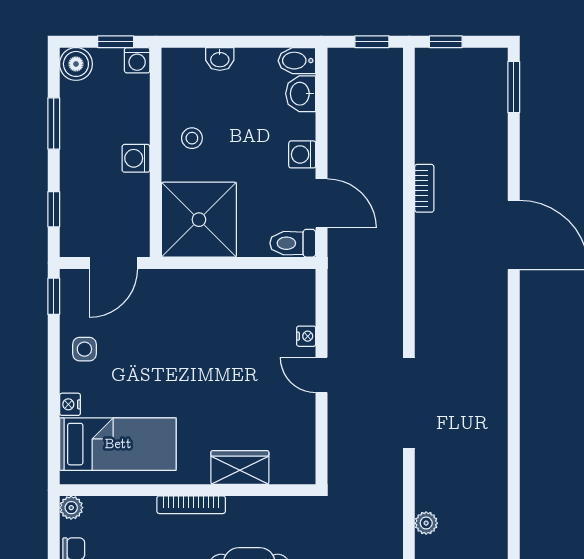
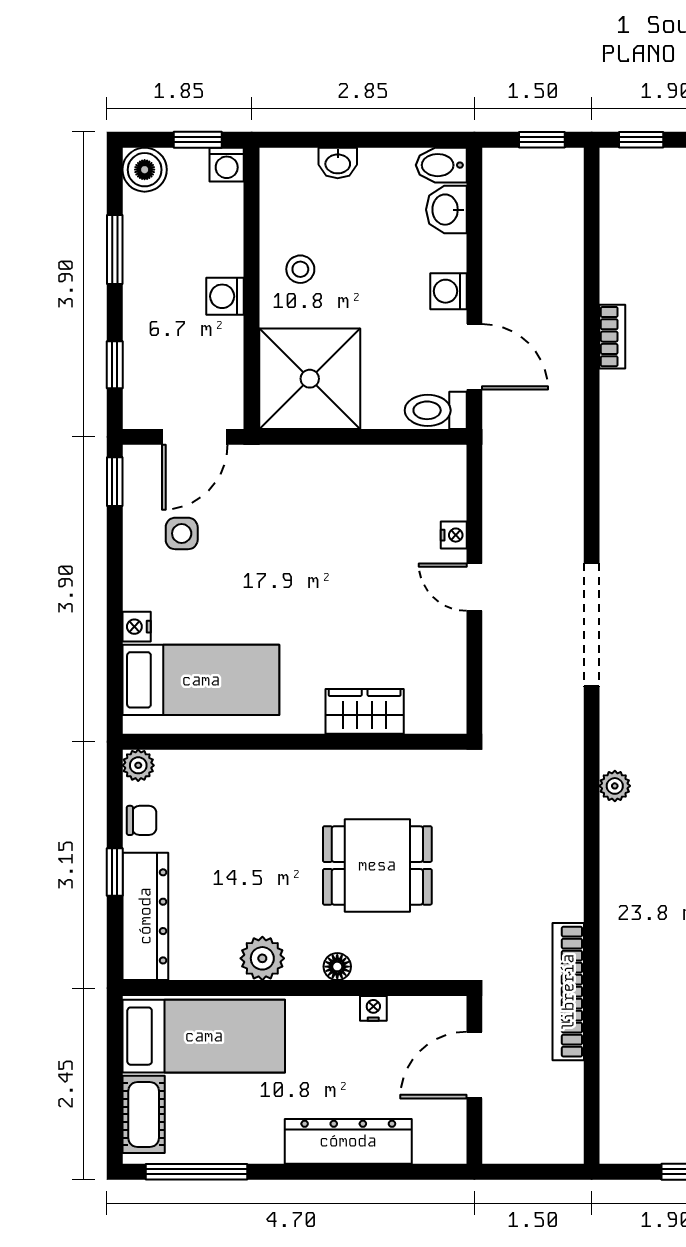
side table: (84, 349) -> (182, 533), moved
bookcase: (191, 505) -> (299, 761), removed

